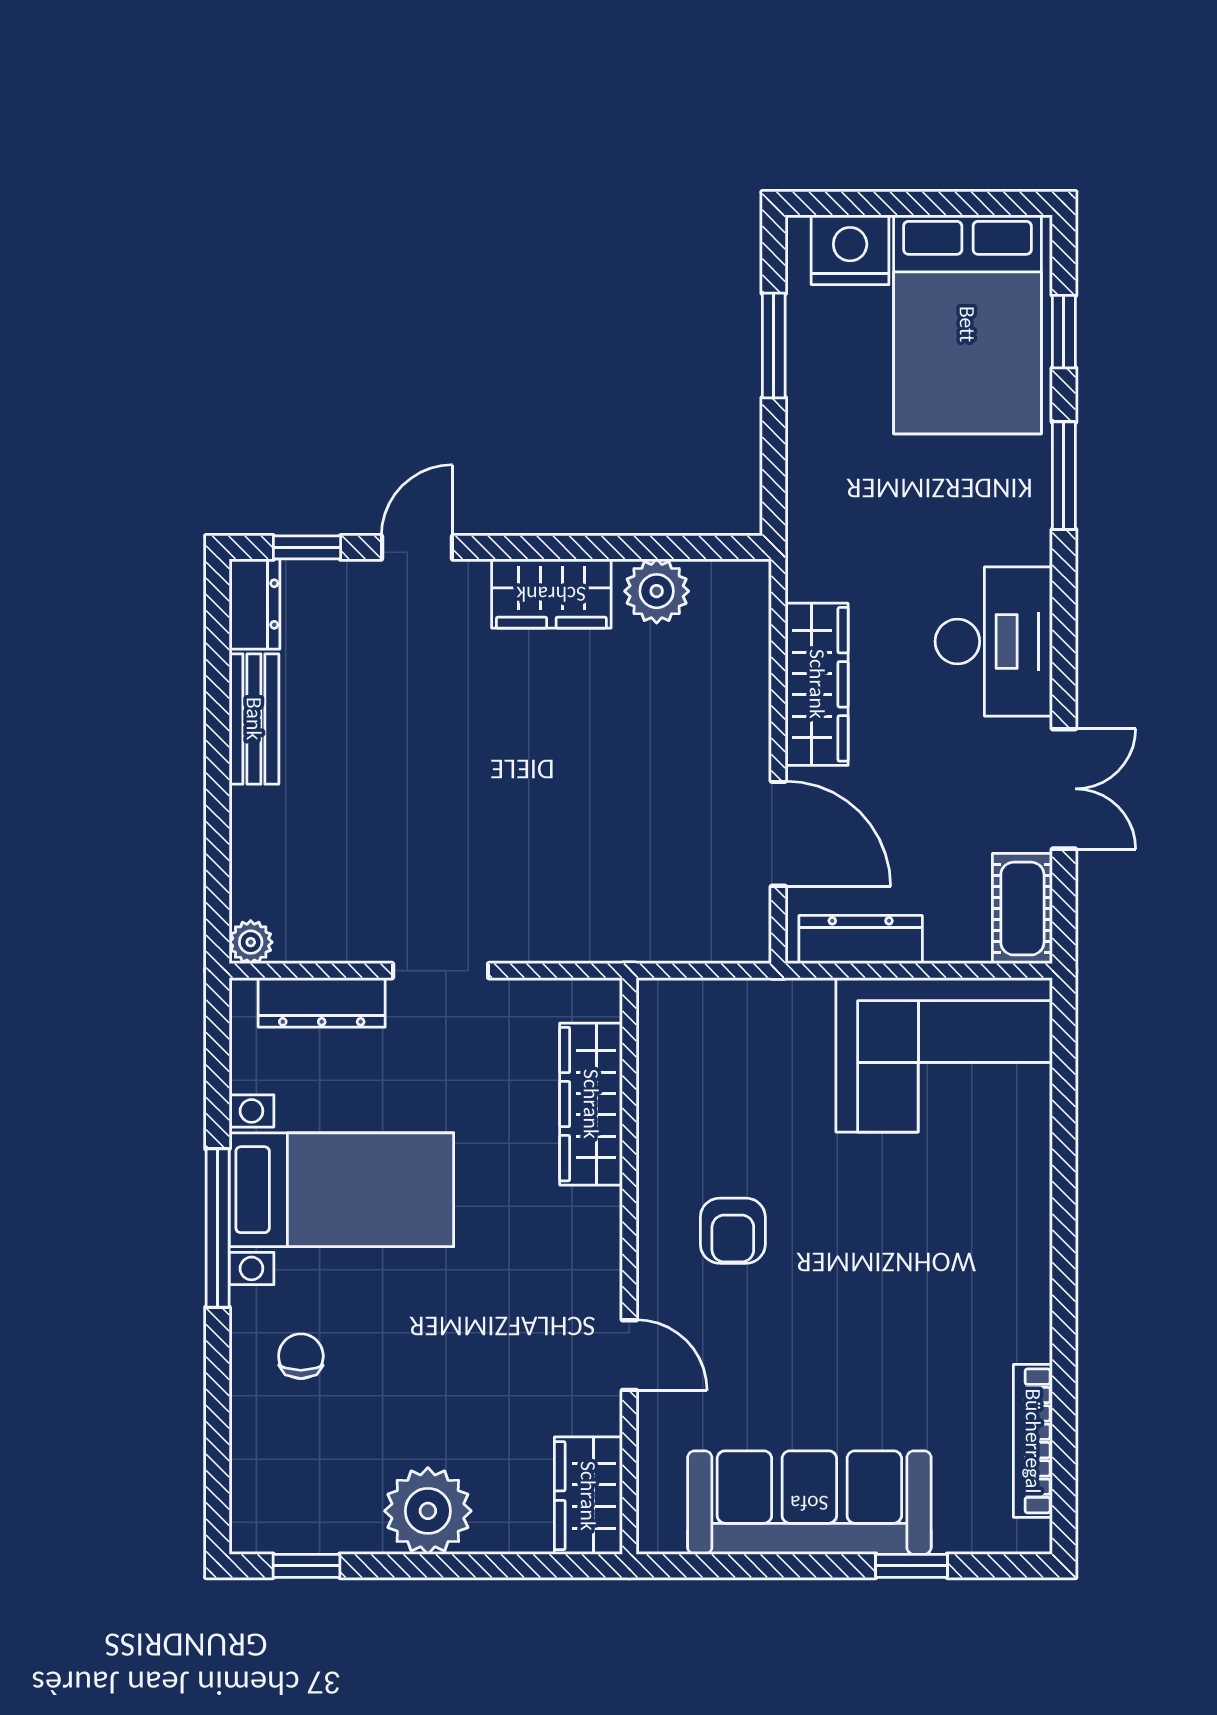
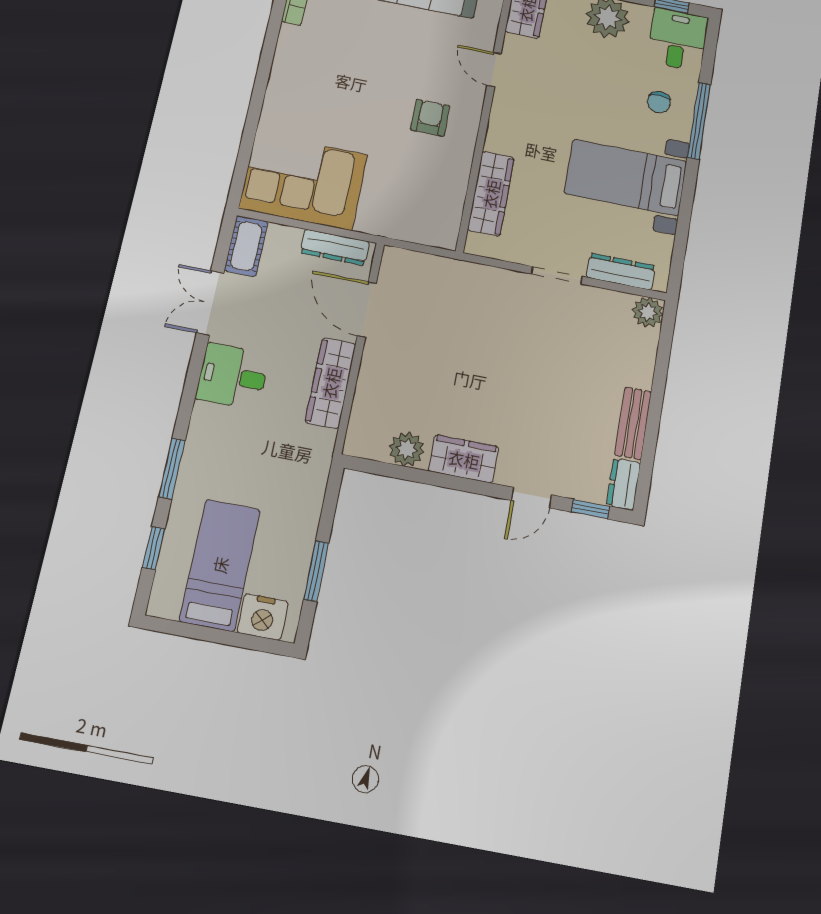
bed: (967, 324) -> (220, 565), width x0.67
desk: (994, 641) -> (233, 376), width x0.73
plant: (251, 942) -> (648, 312), width x1.38, depth x1.38
window: (218, 1228) -> (699, 121), moved
desk: (284, 1495) -> (677, 39), added

